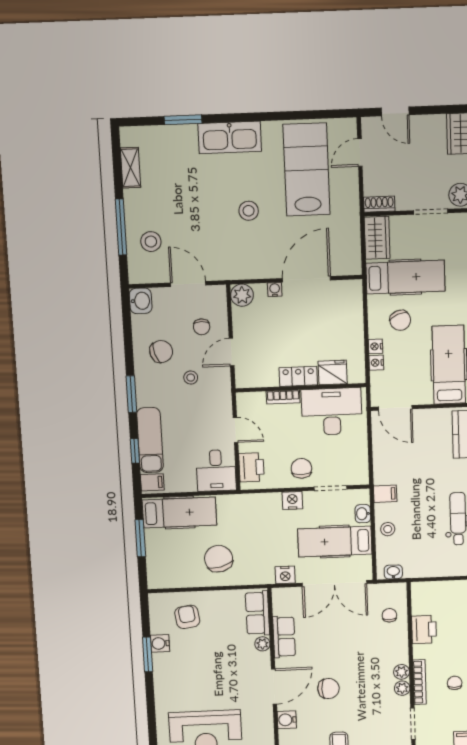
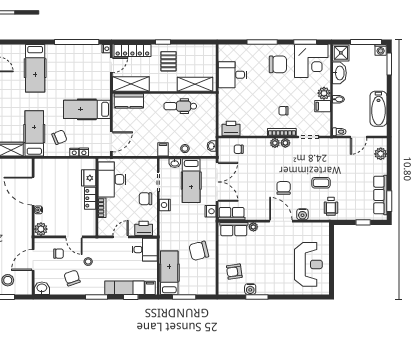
printer: (424, 629) -> (231, 128), moved
row of seats: (284, 637) -> (232, 214), moved

